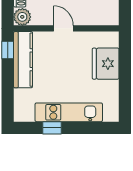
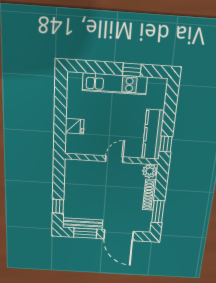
door: (63, 28) -> (114, 159), swing flipped
fridge: (106, 64) -> (75, 126), width x0.53, depth x0.75

